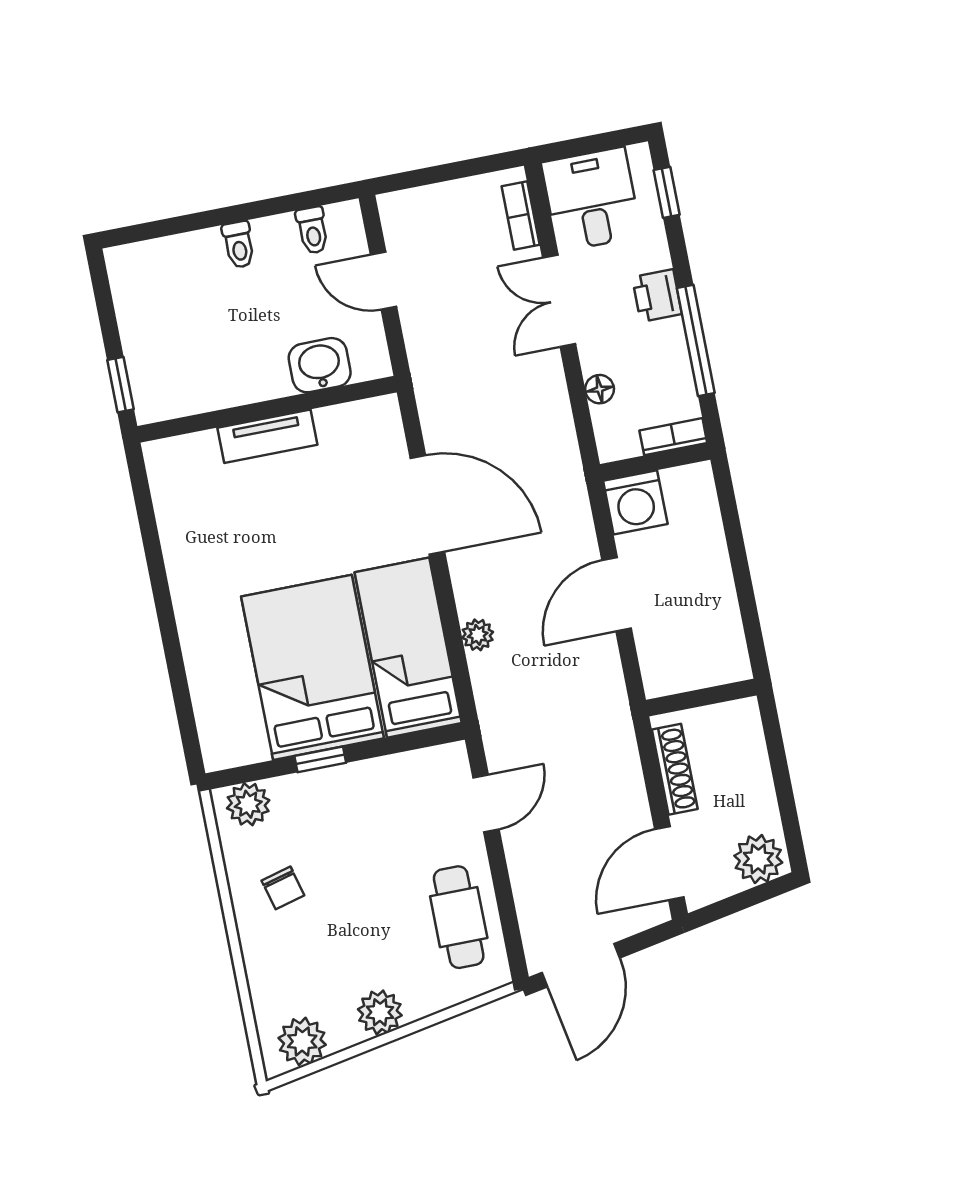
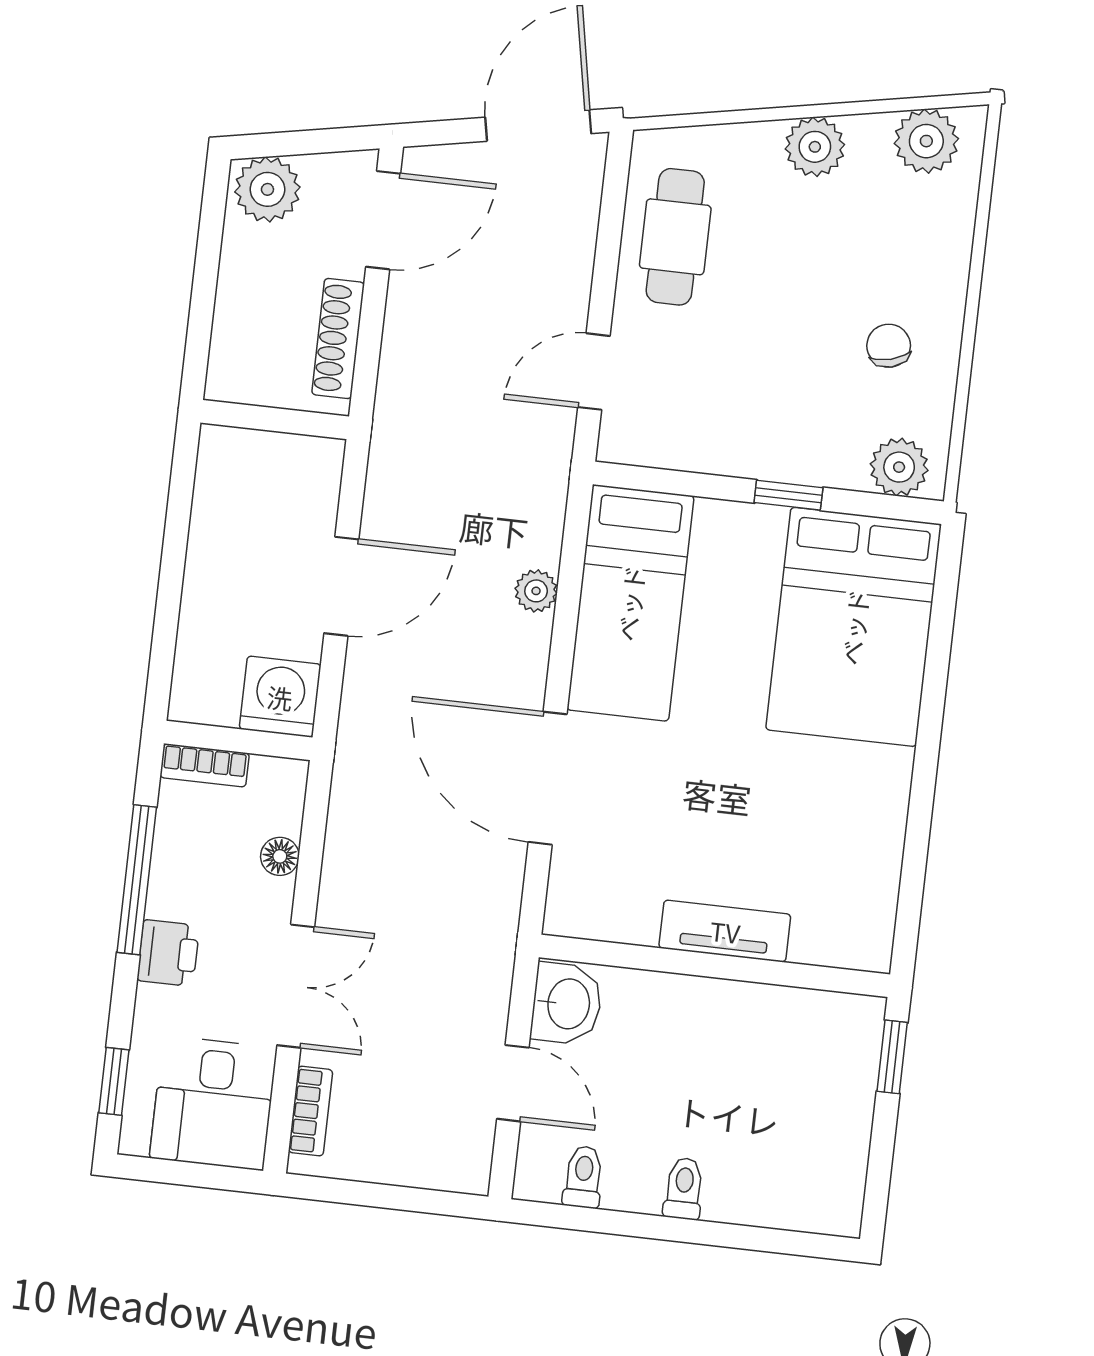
washbasin: (320, 365) -> (567, 1004), moved, turned -90
bed: (312, 667) -> (854, 627), moved

